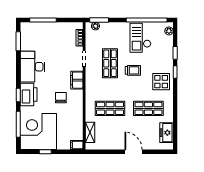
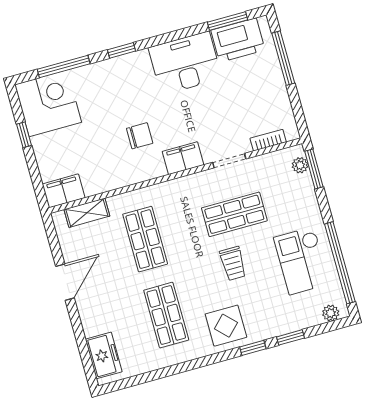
checkout: (141, 38) -> (302, 261), turned -90
printer: (29, 95) -> (238, 40), moved
corner desk: (38, 132) -> (48, 103), width x0.74, depth x0.74
freezer: (166, 133) -> (104, 355), moved, turned 90
filing cabinet: (77, 145) -> (64, 191), width x2.00
door: (133, 152) -> (65, 282), moved

